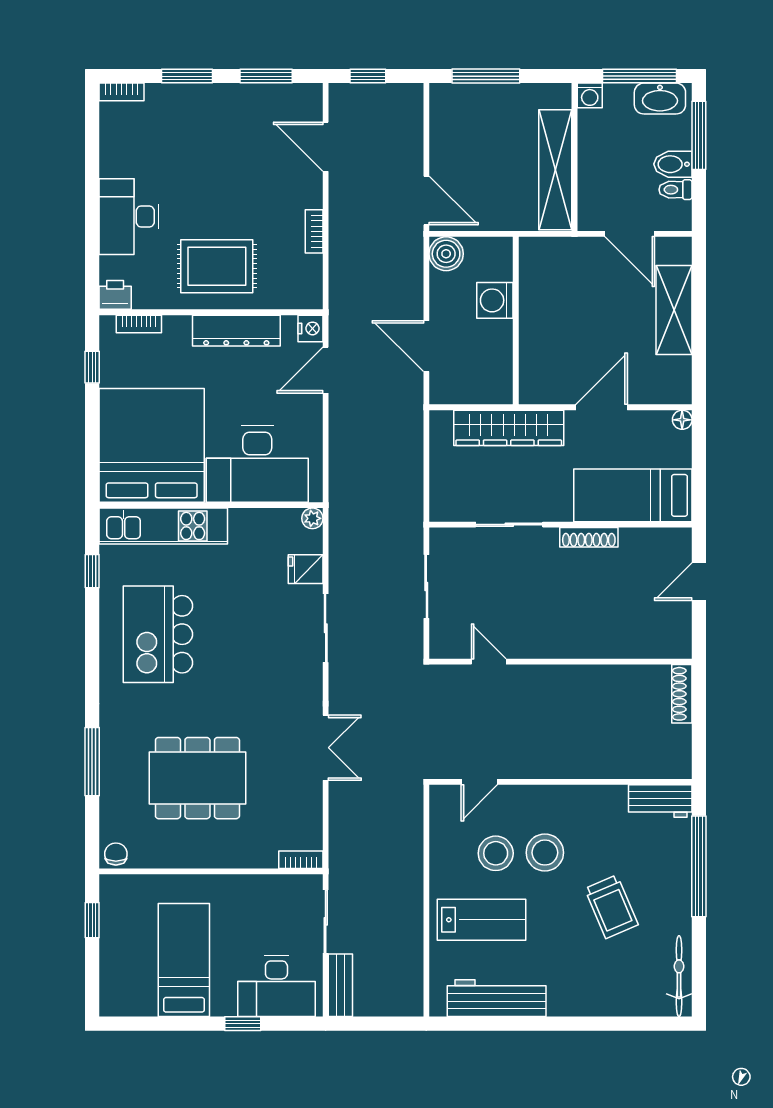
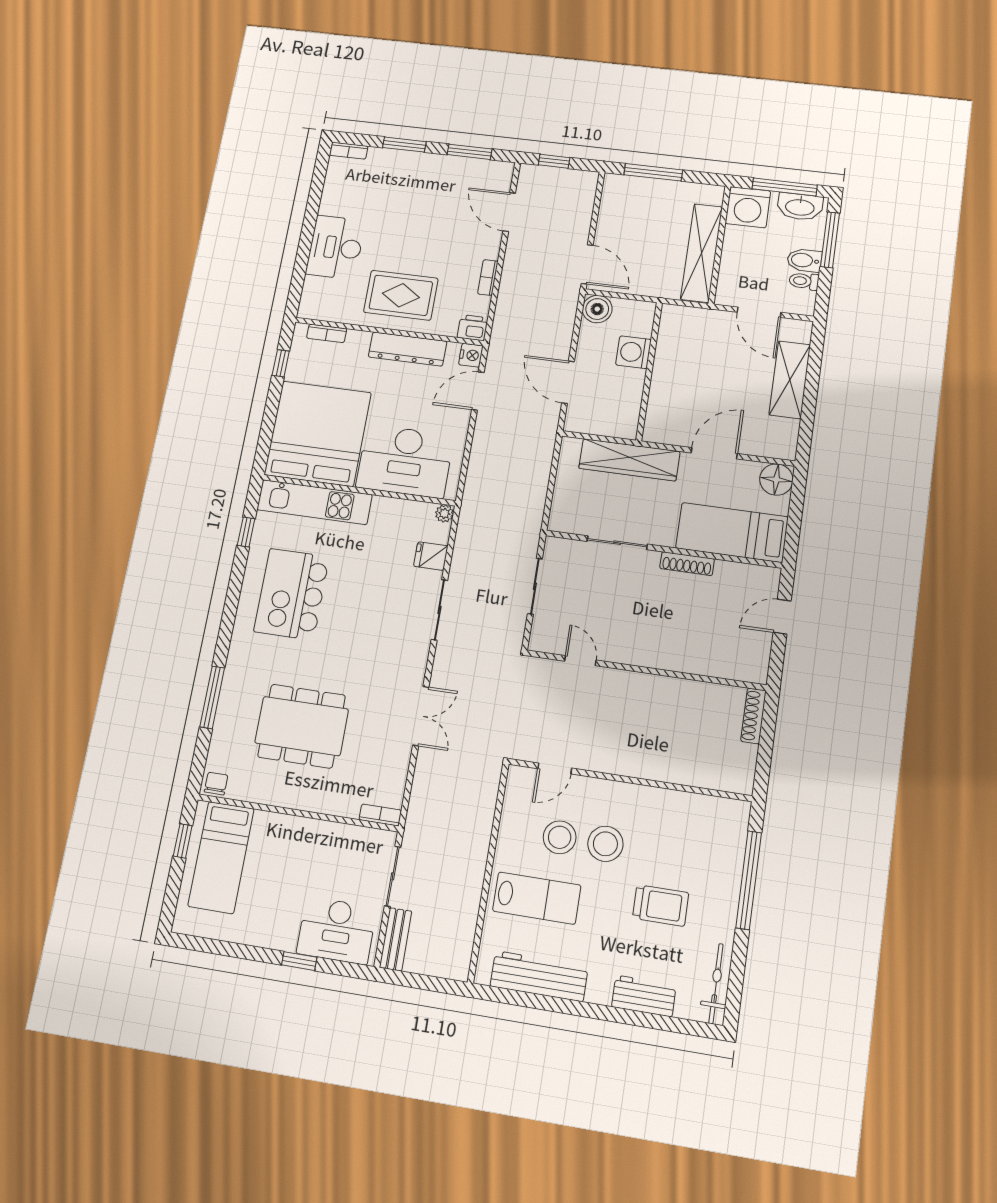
washing machine: (590, 95) -> (748, 207), width x1.89, depth x1.89
printer: (115, 295) -> (473, 328), moved
floor lamp: (682, 420) -> (776, 480), width x1.89, depth x1.89
workbench: (660, 801) -> (644, 996), moved, turned 180
trolley: (611, 907) -> (661, 905), turned -67
bed: (184, 960) -> (221, 857), moved, turned 180

